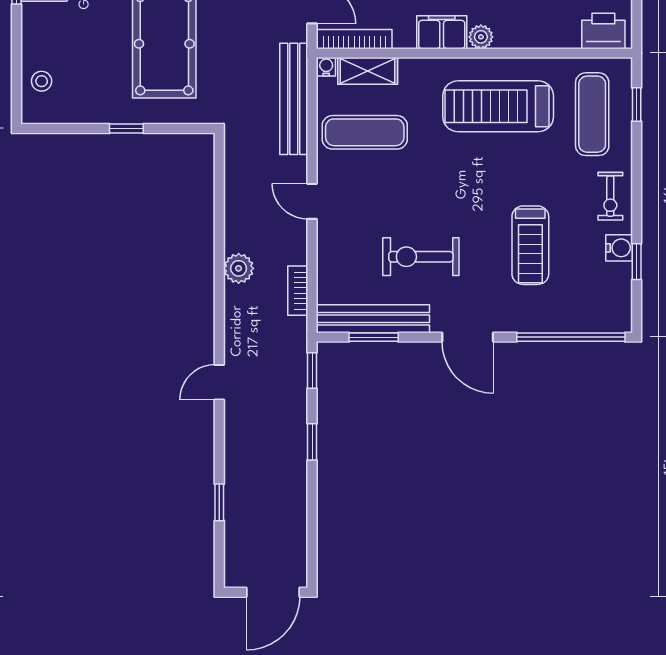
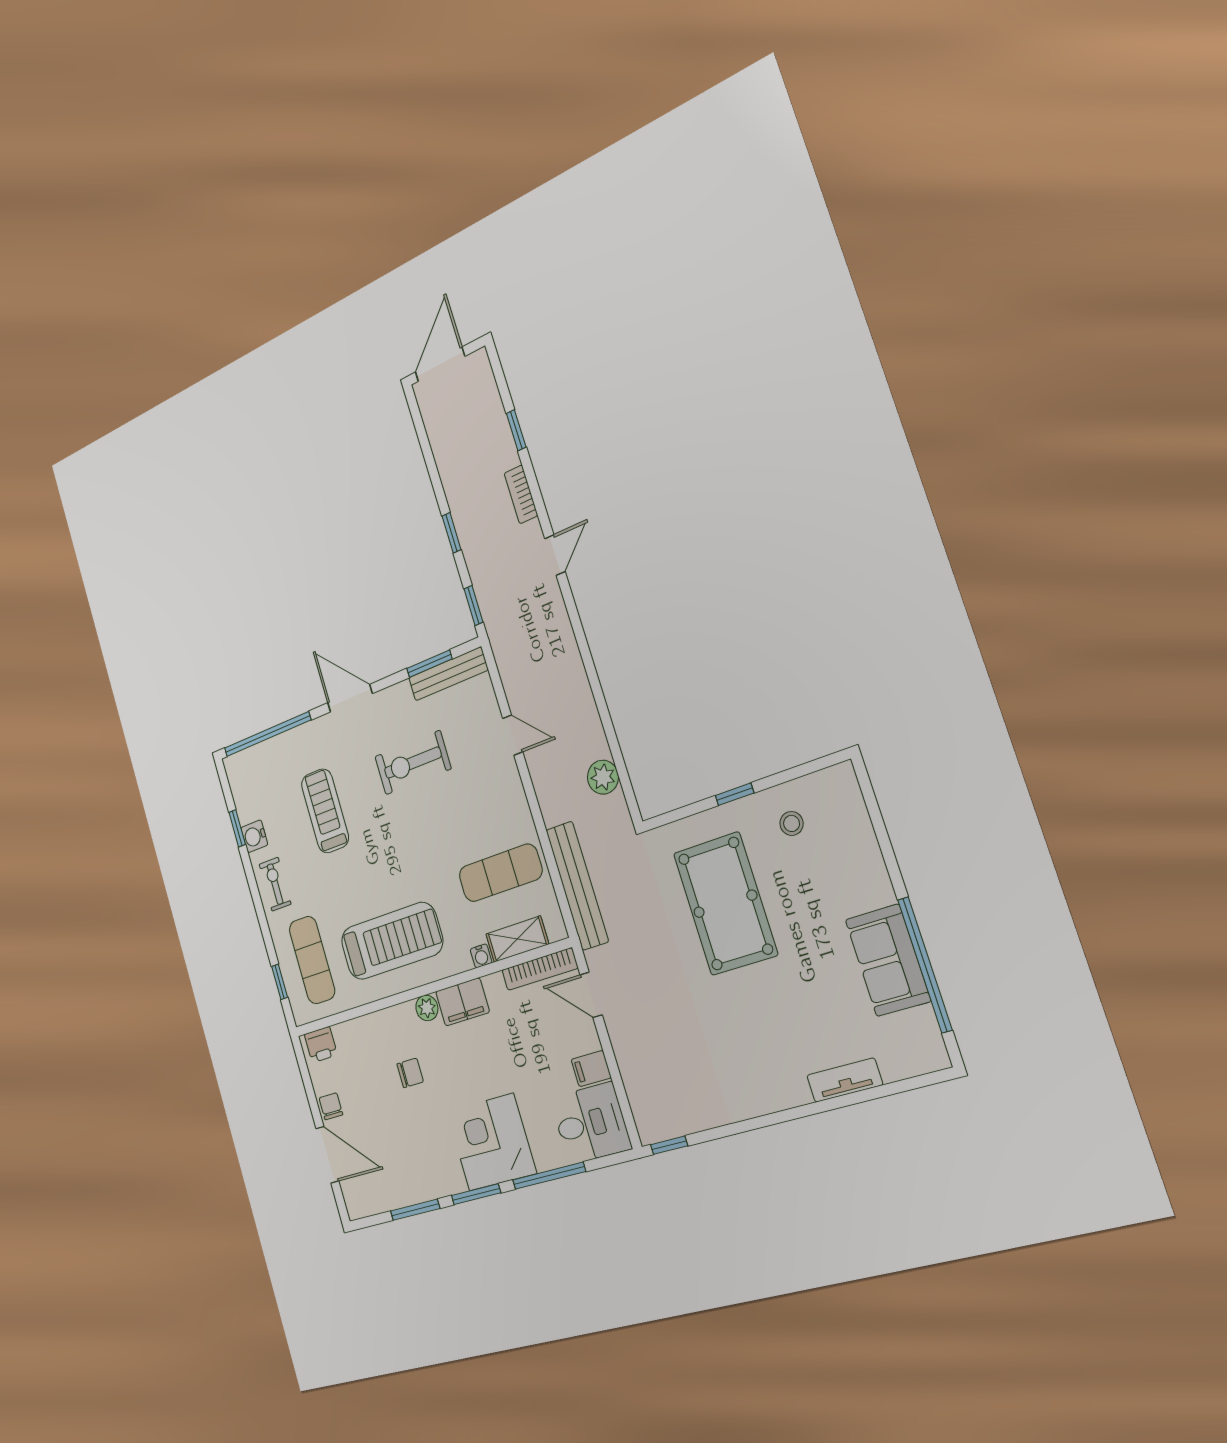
printer: (603, 31) -> (321, 1045), width x0.73, depth x0.81
water cooler: (326, 67) -> (481, 956), moved
stool: (42, 81) -> (792, 823), moved
door: (312, 201) -> (513, 735), moved
exercise bike: (421, 257) -> (413, 763), turned 180
plant: (239, 268) -> (603, 777), moved
bookcase: (298, 291) -> (521, 494), moved, turned 180
bench: (373, 319) -> (448, 674), width x0.73, depth x0.82

